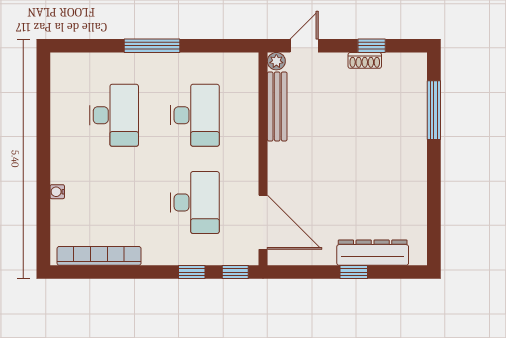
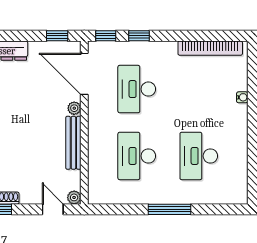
door: (304, 46) -> (53, 209), swing flipped
bench: (277, 106) -> (73, 143), moved
plant: (276, 178) -> (74, 108), added
window: (354, 272) -> (57, 36), moved

